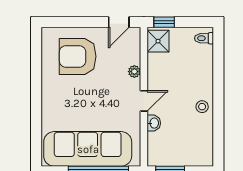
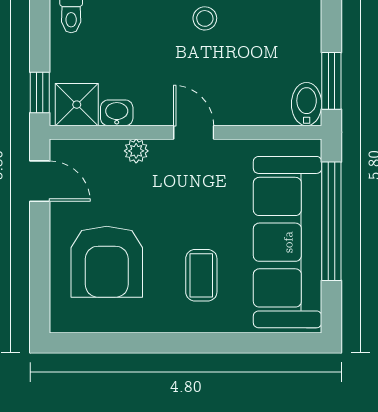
coffee table: (71, 105) -> (201, 275), added
washbasin: (154, 123) -> (117, 113), moved
bidet: (158, 159) -> (307, 104), added

